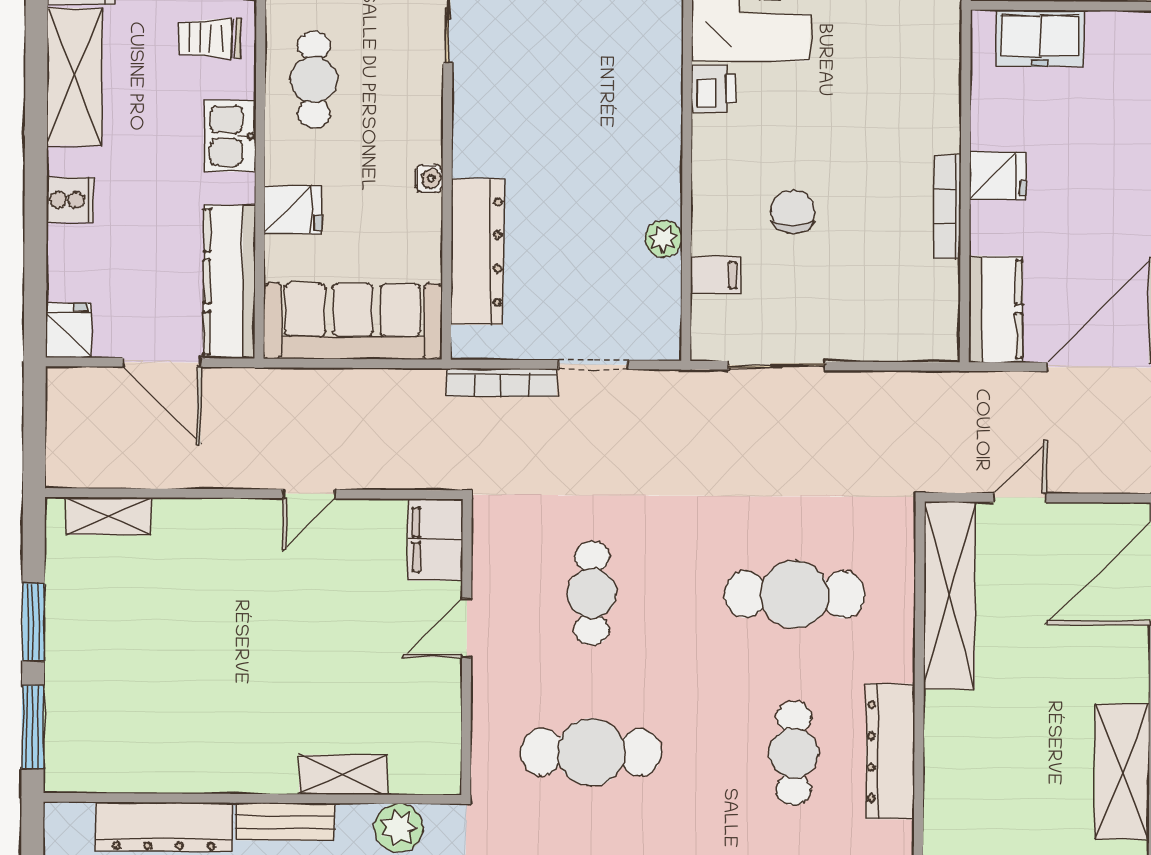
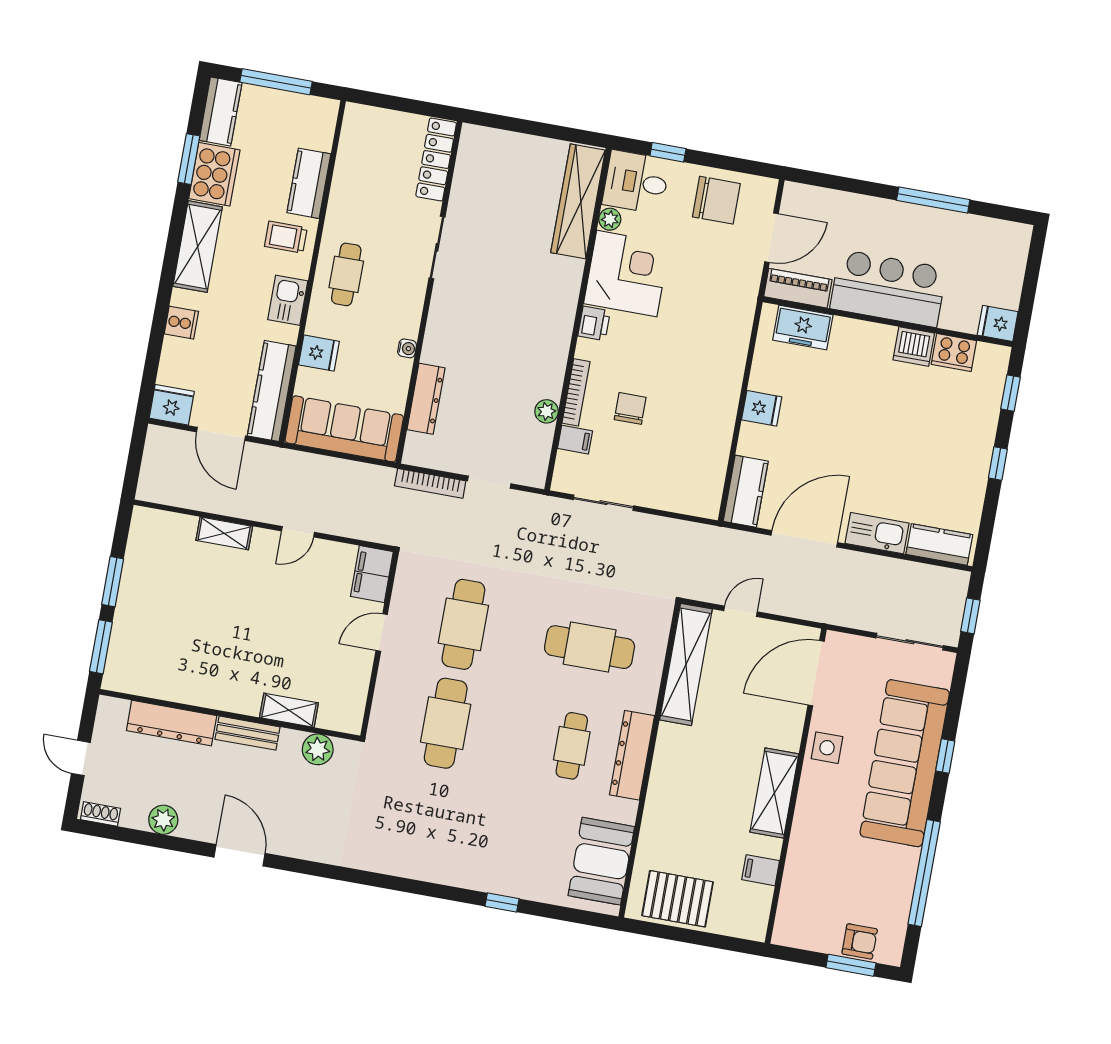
bookcase: (948, 207) -> (576, 392), moved, turned 180
dresser: (477, 252) -> (426, 399), width x0.73, depth x0.80
fridge: (69, 330) -> (172, 405), width x1.38
shelving: (109, 516) -> (224, 533), moved
cafe table: (592, 593) -> (463, 624), width x1.37, depth x1.35
cafe table: (591, 752) -> (446, 723), turned 90

